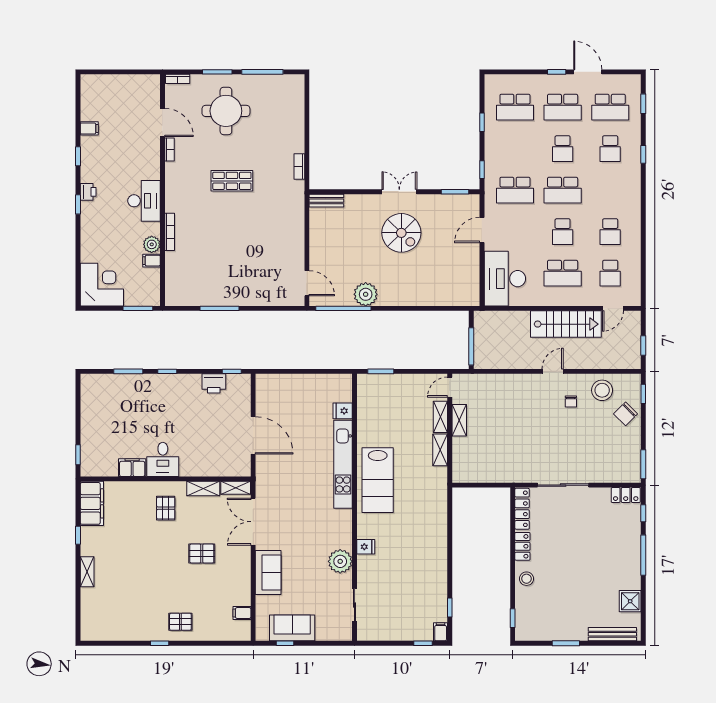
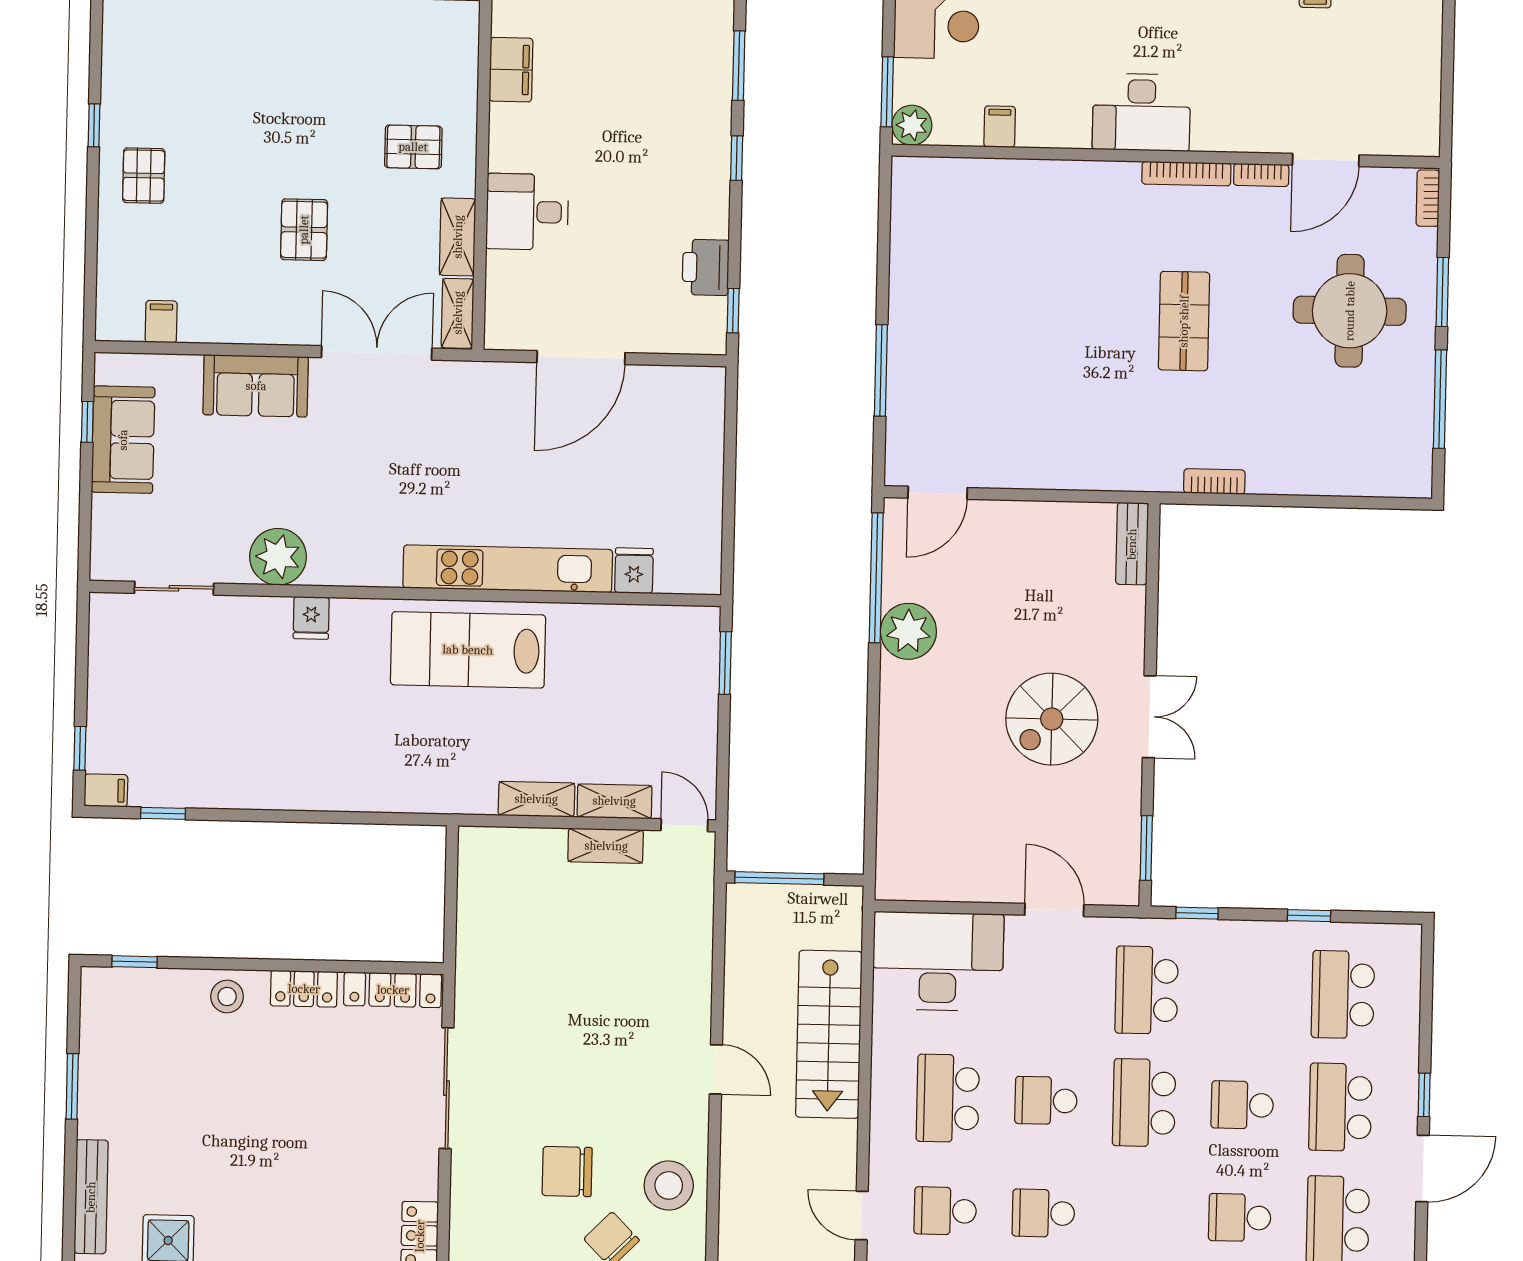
bookcase: (170, 232) -> (1186, 174), moved
plant: (152, 244) -> (912, 125), moved
window: (220, 308) -> (881, 370), moved
stairs: (566, 324) -> (829, 1034), moved
chair: (571, 401) -> (567, 1172), moved, width x1.87, depth x1.87
desk: (163, 459) -> (527, 212), moved

